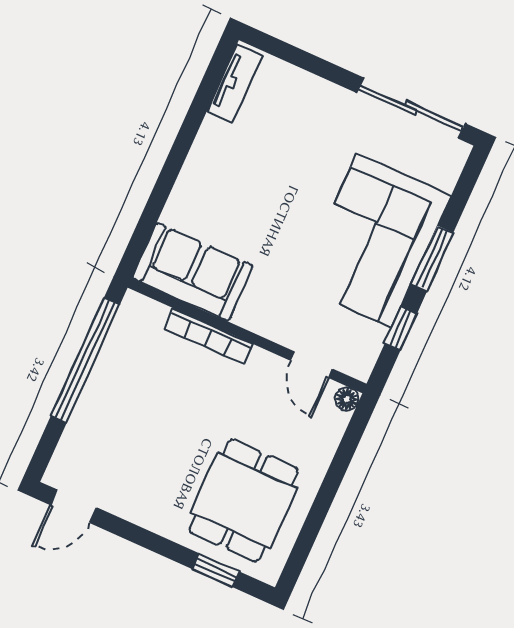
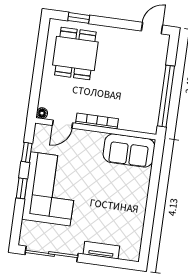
tv unit: (235, 84) -> (101, 250), moved, turned 90
window: (432, 259) -> (22, 188), width x0.67
bookcase: (209, 336) -> (97, 121), moved
door: (312, 365) -> (63, 124), swing flipped

